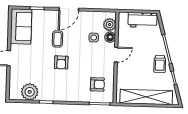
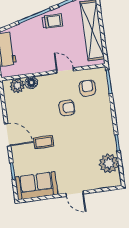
side table: (94, 37) -> (35, 101), removed
door: (116, 55) -> (65, 70), moved
armchair: (61, 62) -> (67, 108), moved

